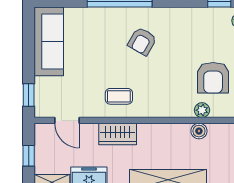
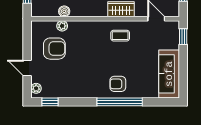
armchair: (142, 41) -> (118, 84), moved, turned -120
armchair: (213, 78) -> (54, 49), turned 90

